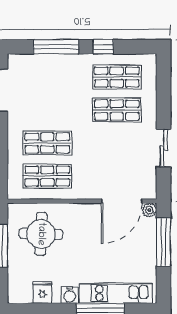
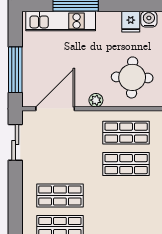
sliding door: (164, 148) -> (15, 142), moved
plant: (149, 210) -> (96, 100), moved
water cooler: (70, 295) -> (149, 19), moved

